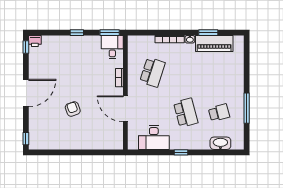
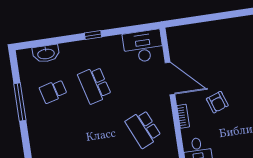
school desk: (152, 72) -> (143, 129), turned -42
armchair: (73, 109) -> (217, 102), moved
desk: (154, 138) -> (143, 46), moved

